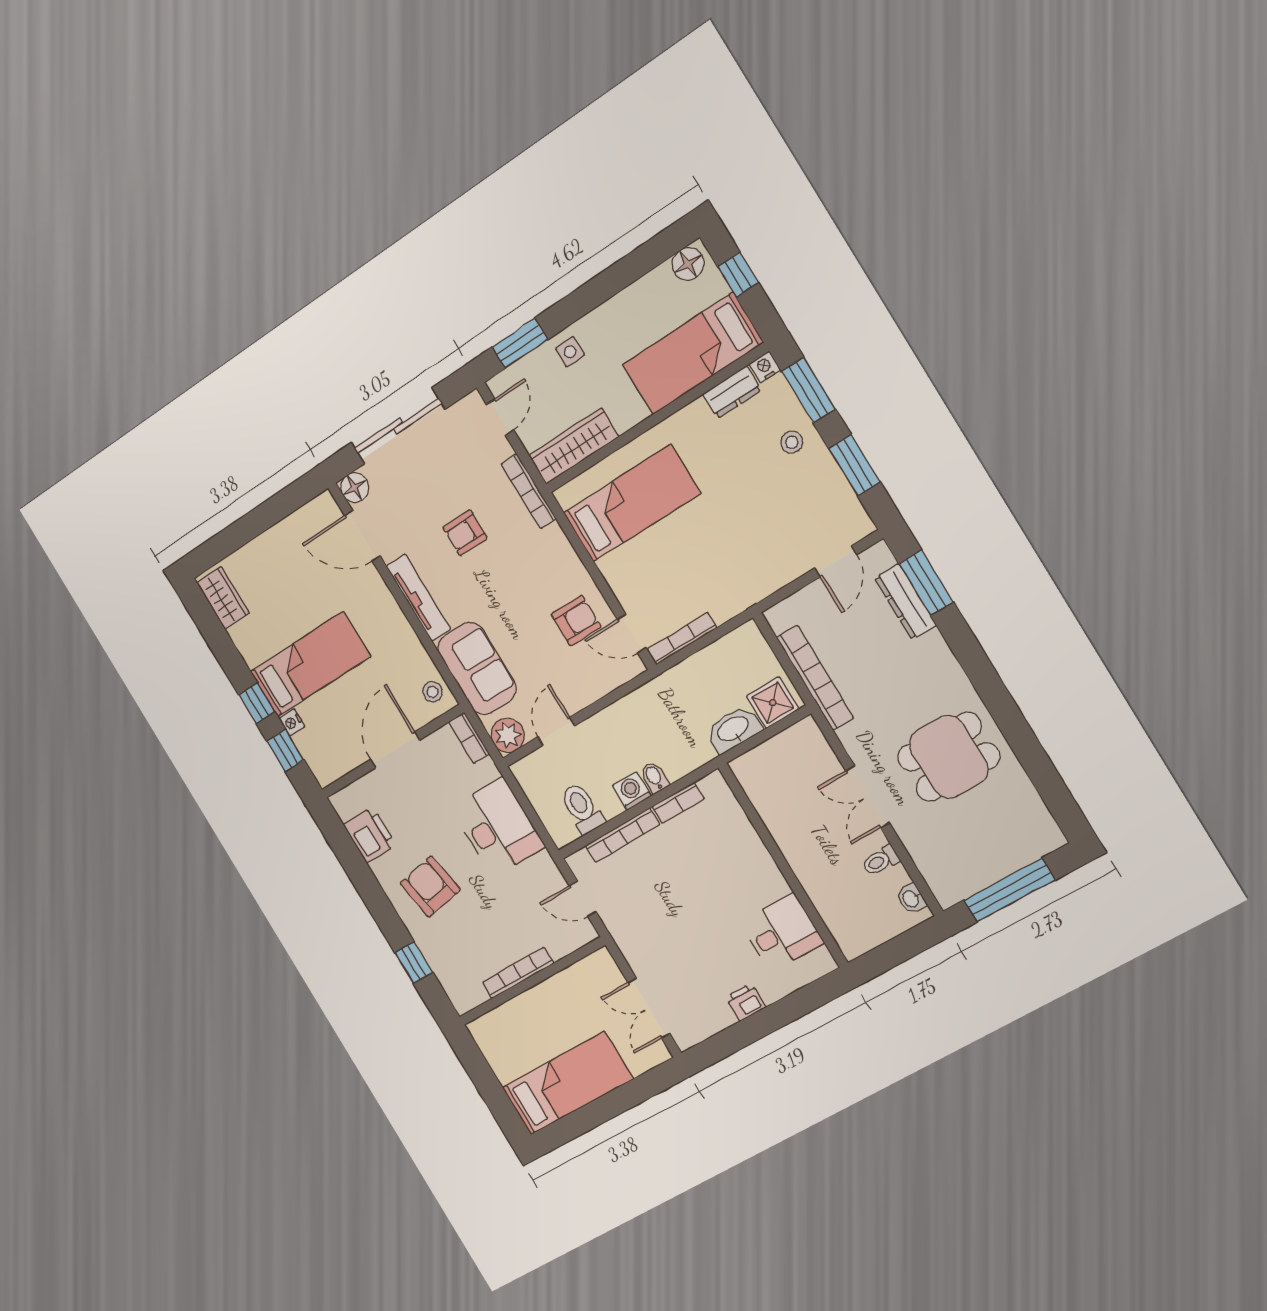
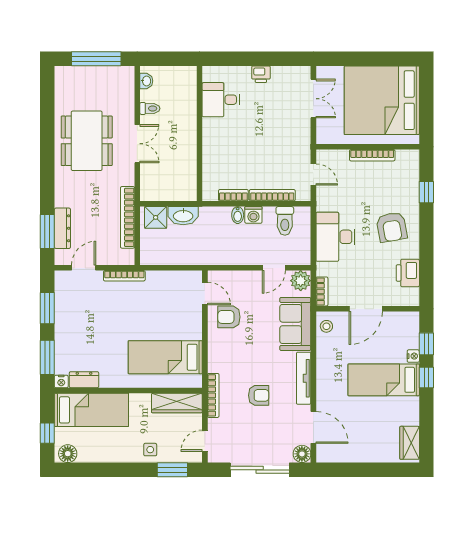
stool: (792, 442) -> (70, 338), removed
bookcase: (682, 639) -> (124, 276), moved
dining table: (949, 757) -> (87, 141), width x1.38
bed: (567, 1083) -> (382, 100), width x2.04

